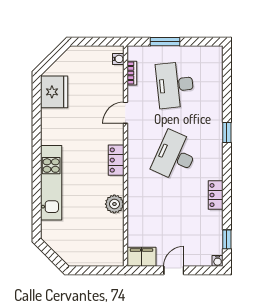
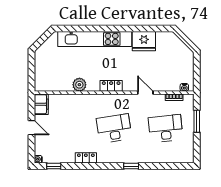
fridge: (54, 92) -> (144, 41), moved
desk: (175, 156) -> (114, 128), turned -33
kitchen unit: (51, 183) -> (95, 39), width x1.36

